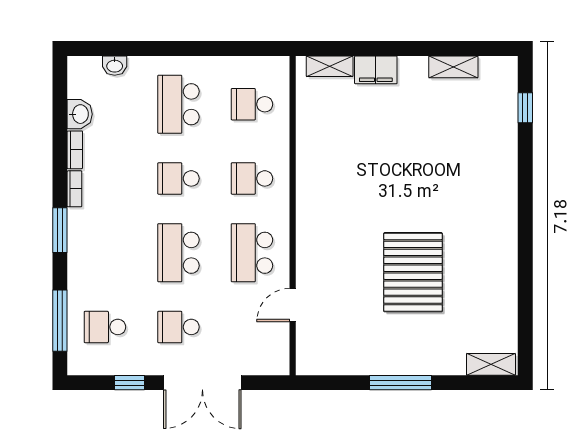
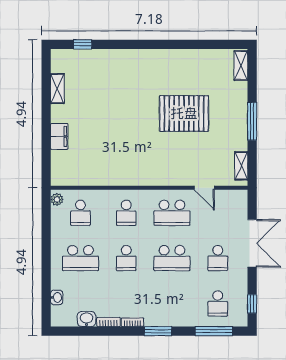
plant: (274, 66) -> (57, 199), added
shelving: (330, 66) -> (241, 166), moved
window: (130, 383) -> (252, 304), moved

